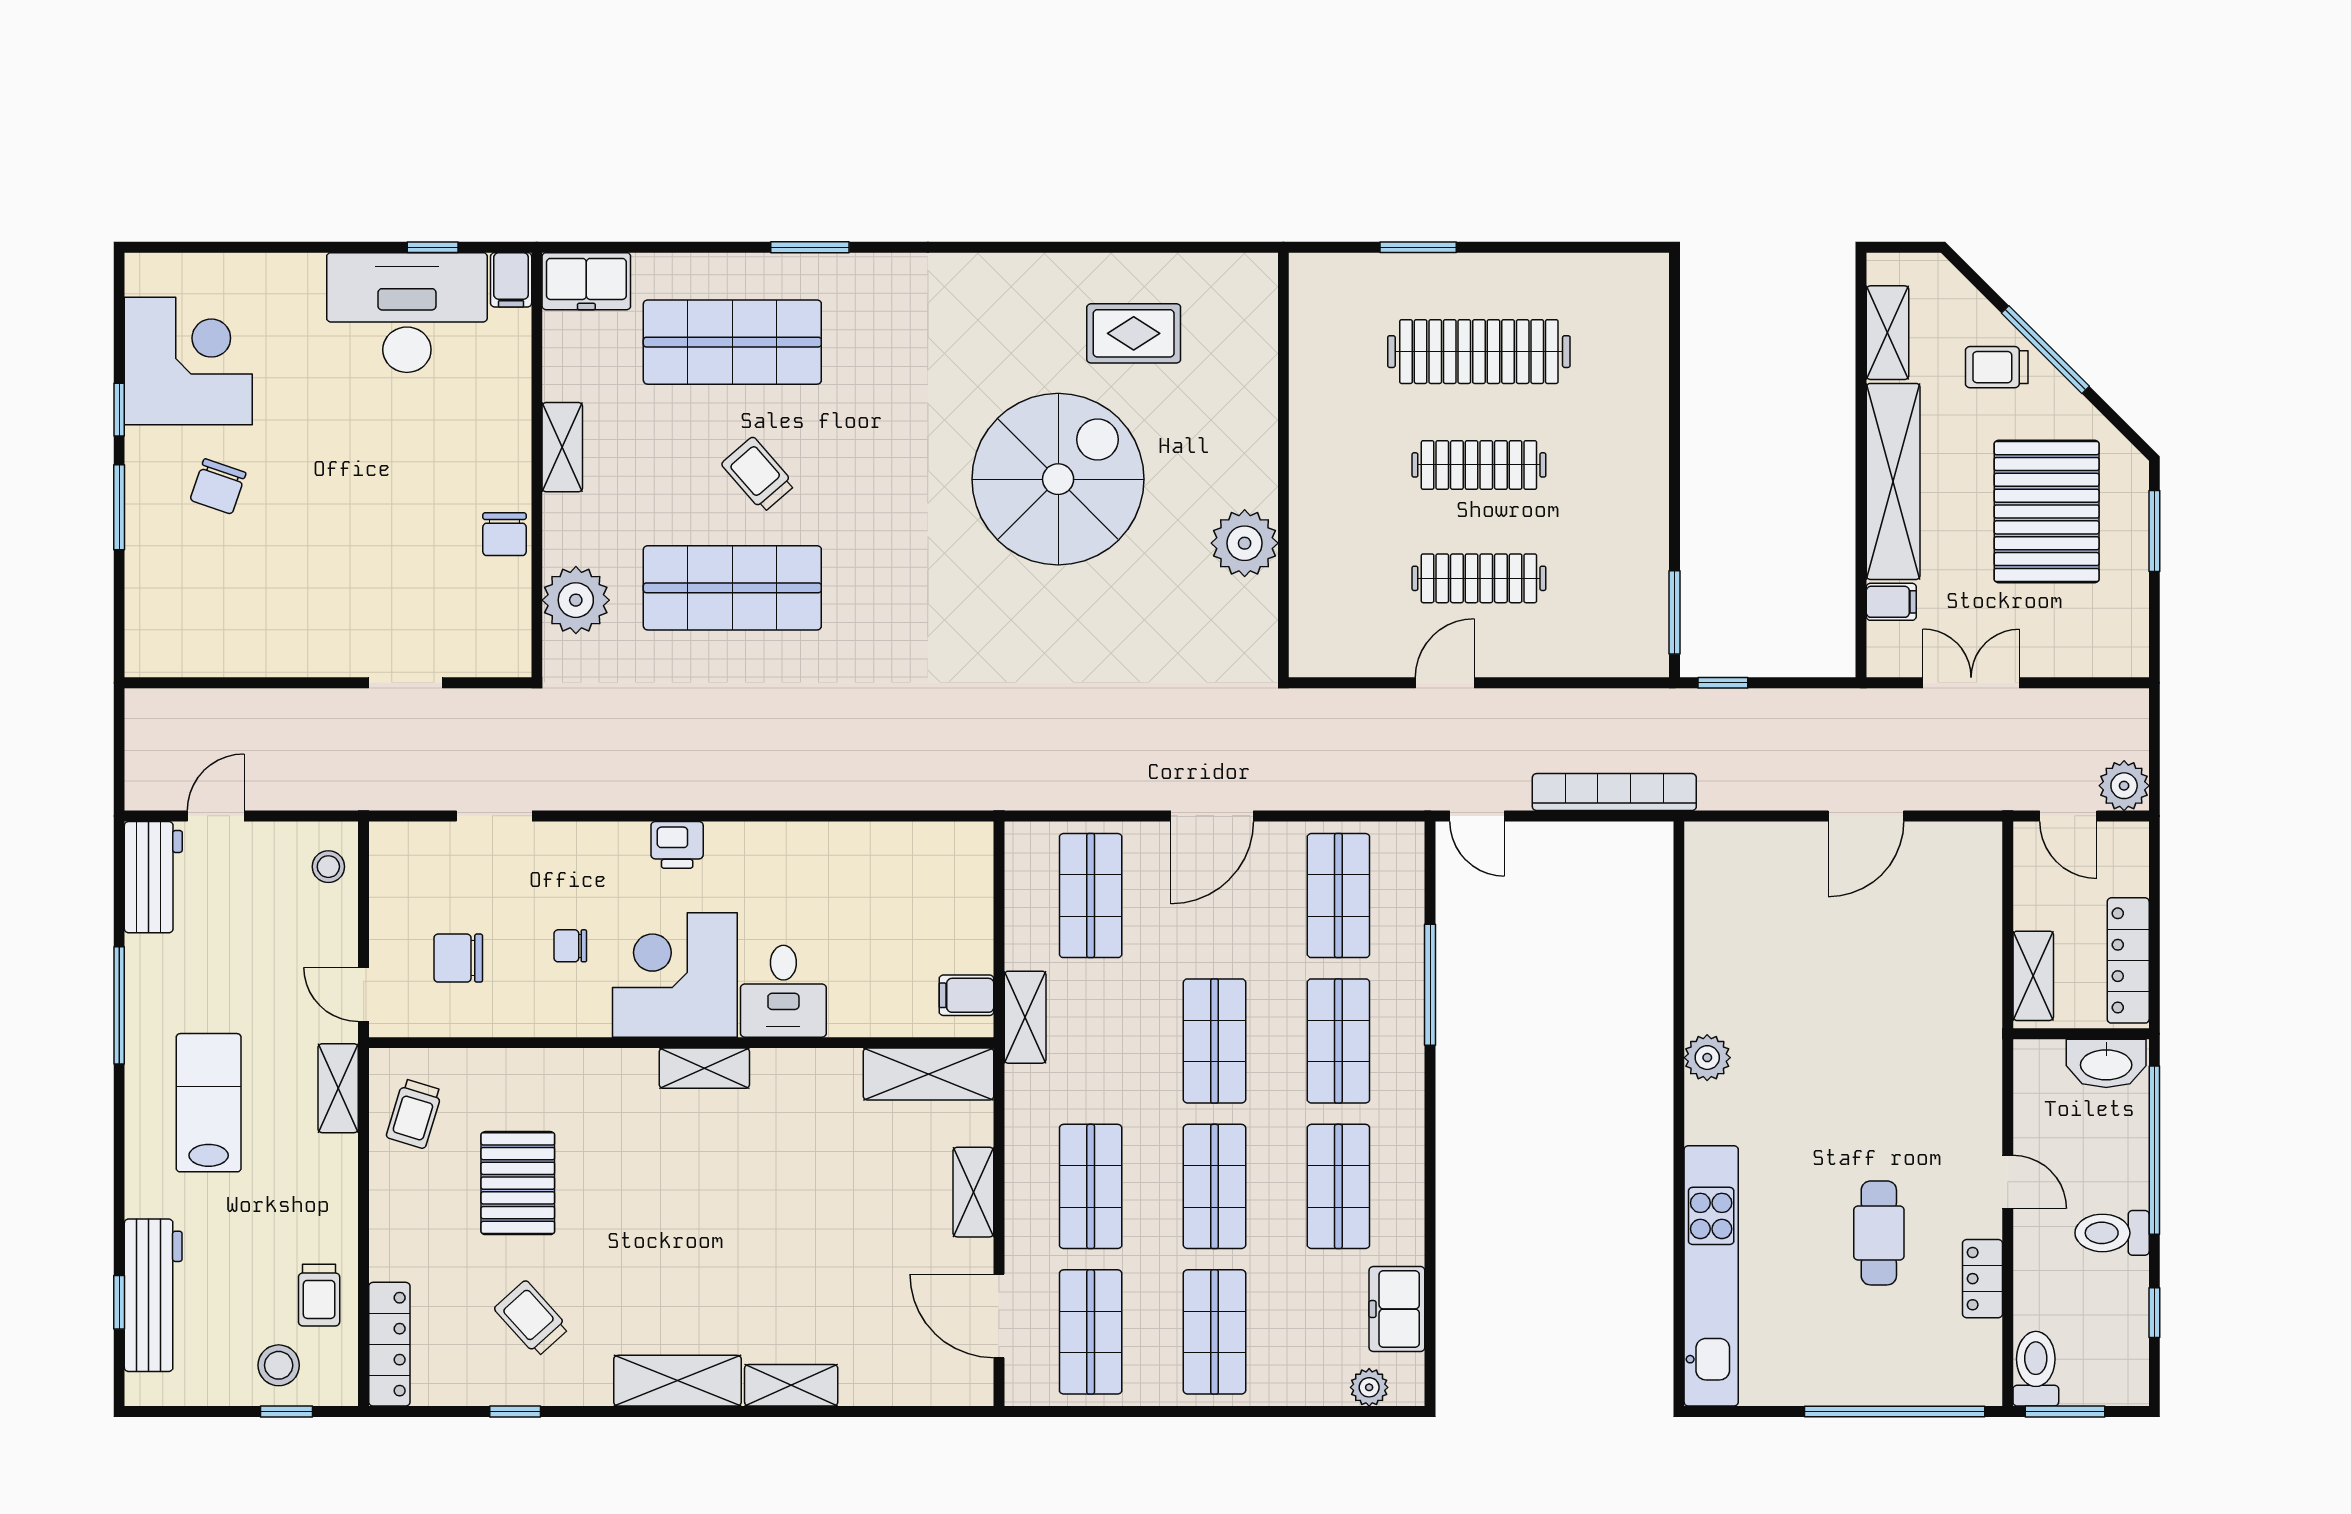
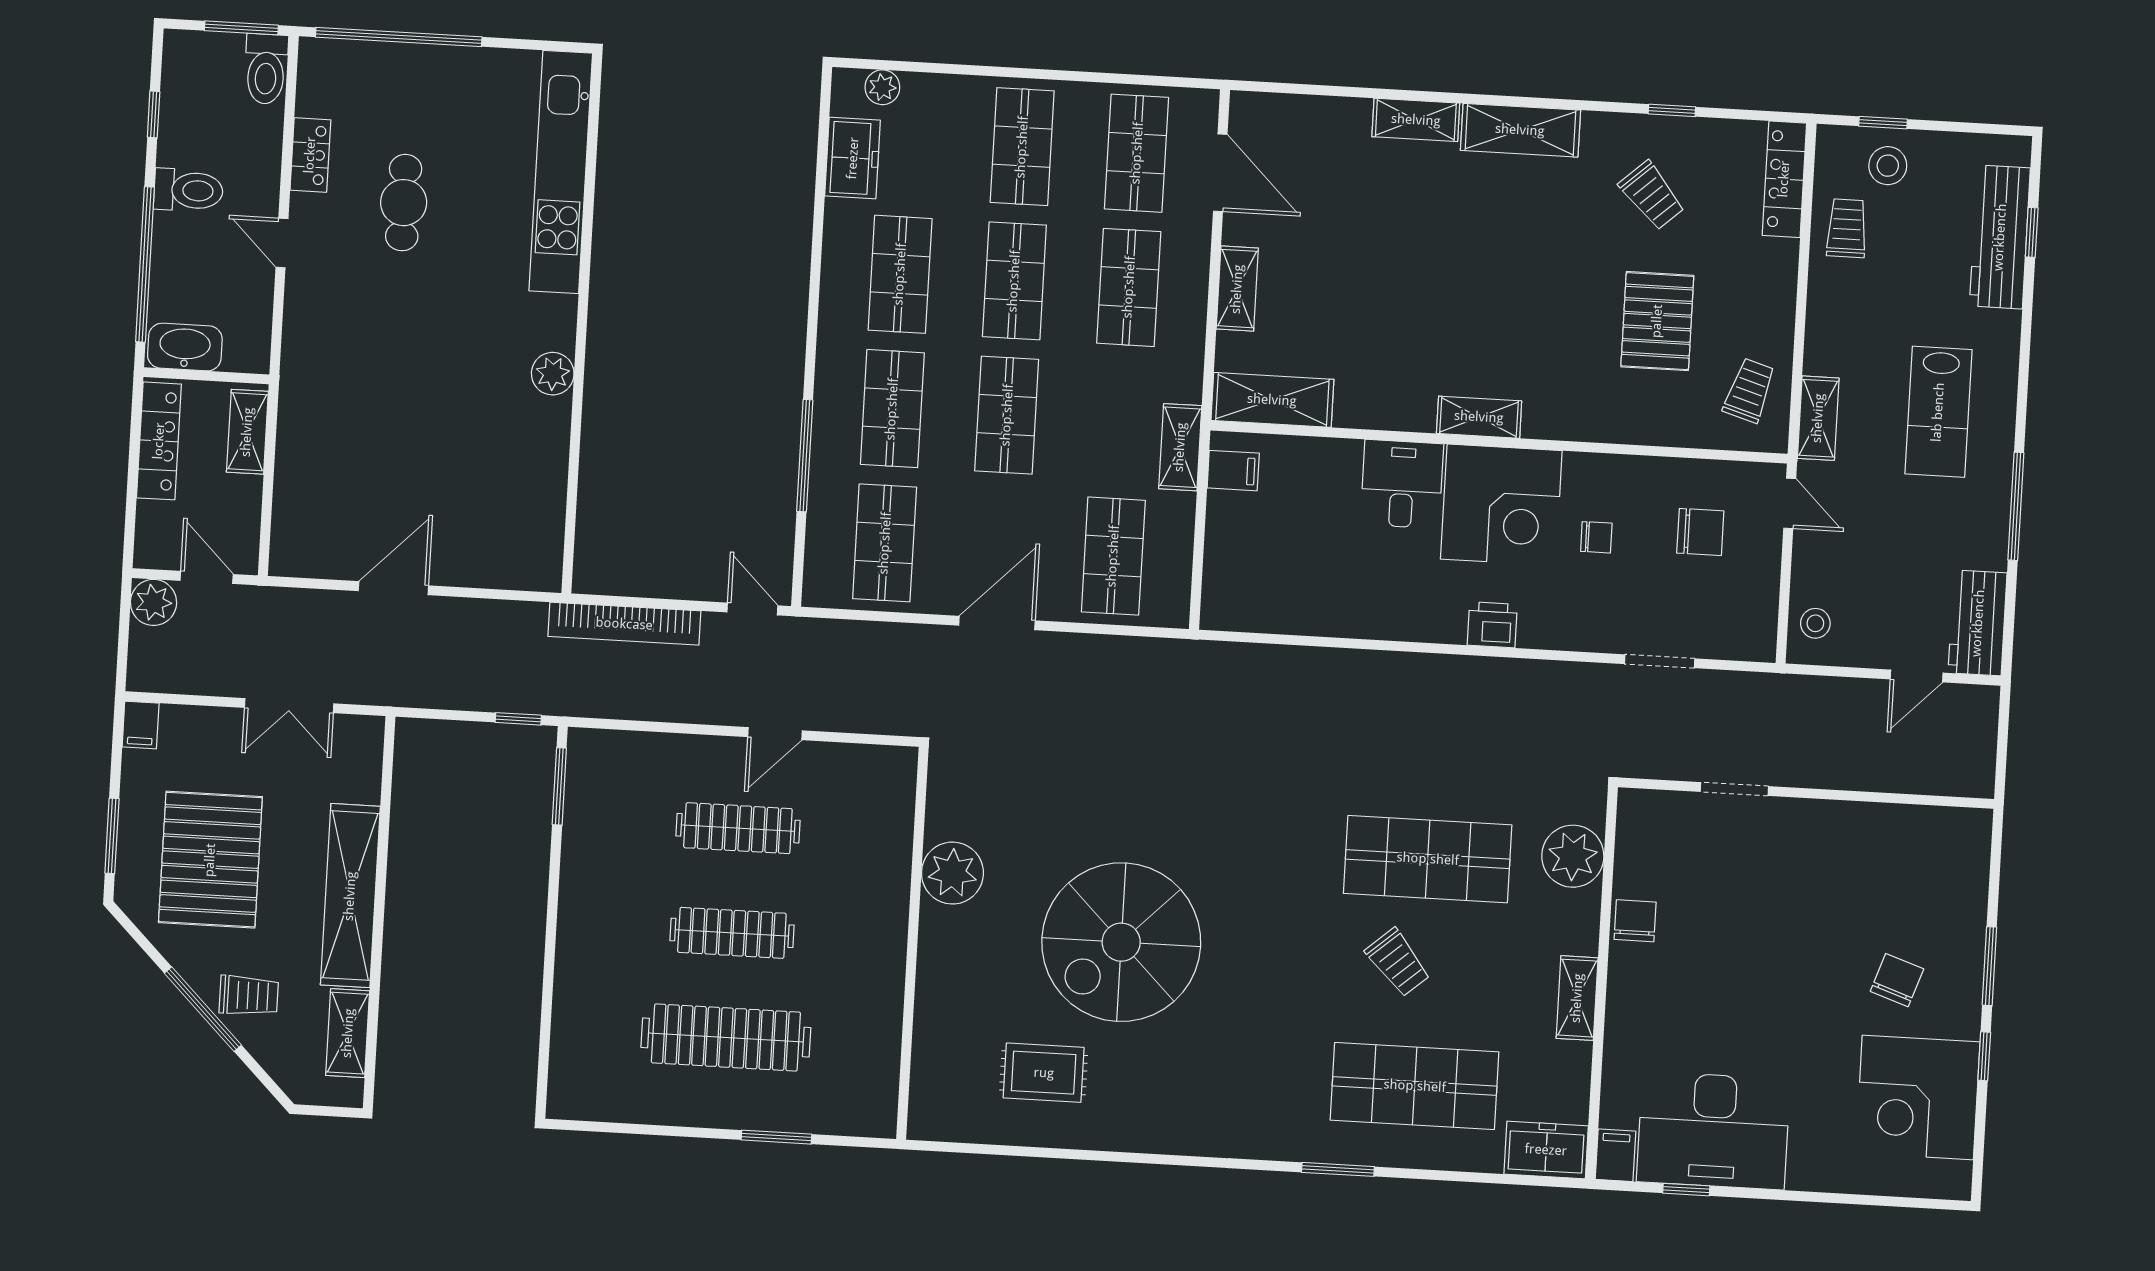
filing cabinet: (1891, 602) -> (141, 725), moved, turned -90

